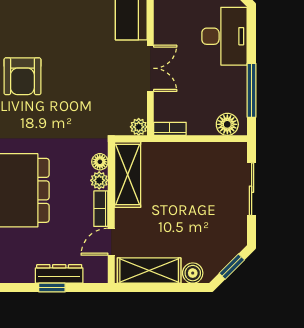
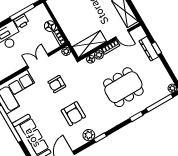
armchair: (22, 76) -> (73, 114), turned 90
armchair: (91, 77) -> (57, 84), added
printer: (236, 79) -> (21, 22), added
floor lamp: (227, 124) -> (50, 26), moved

